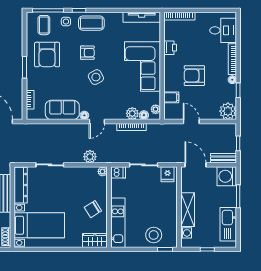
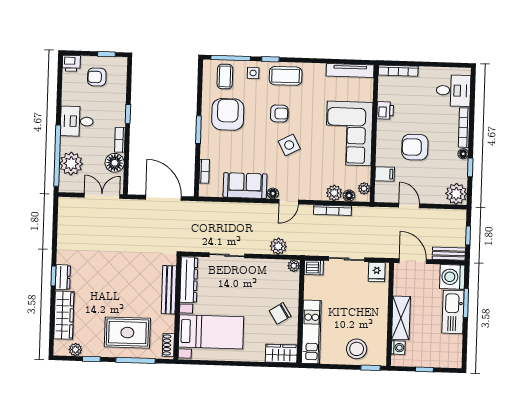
armchair: (47, 55) -> (228, 114), turned 180
kitchen sink: (228, 224) -> (453, 312), moved

